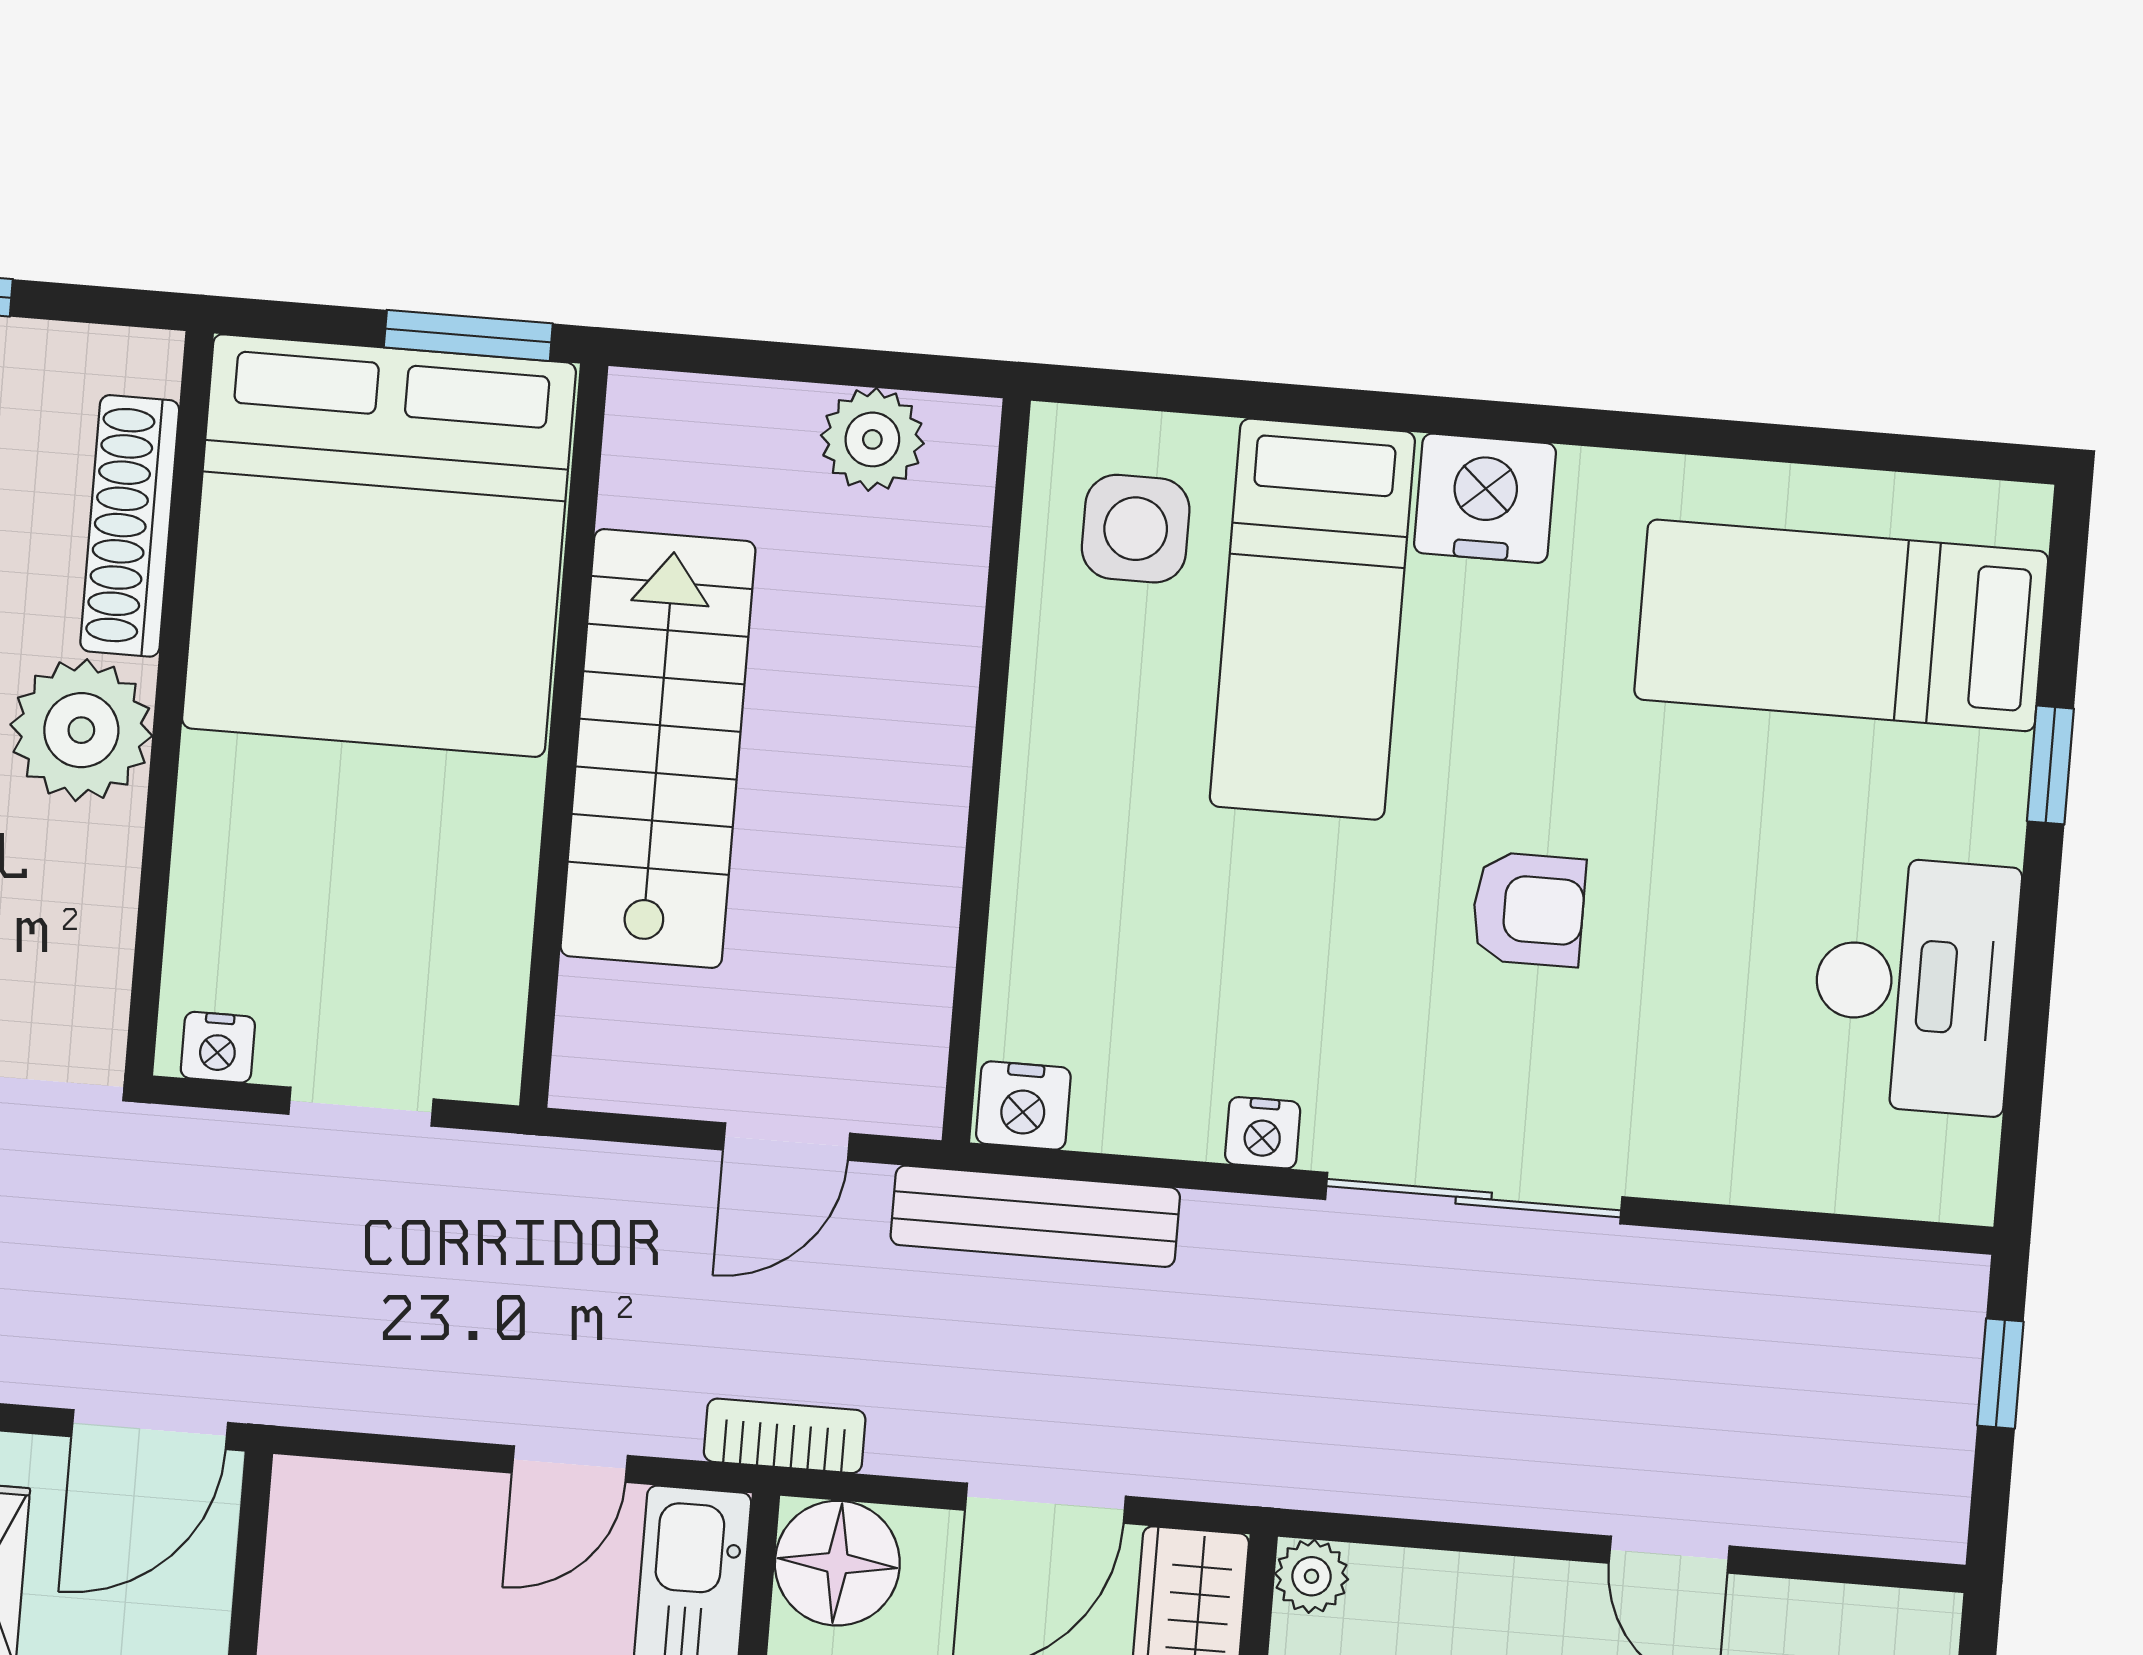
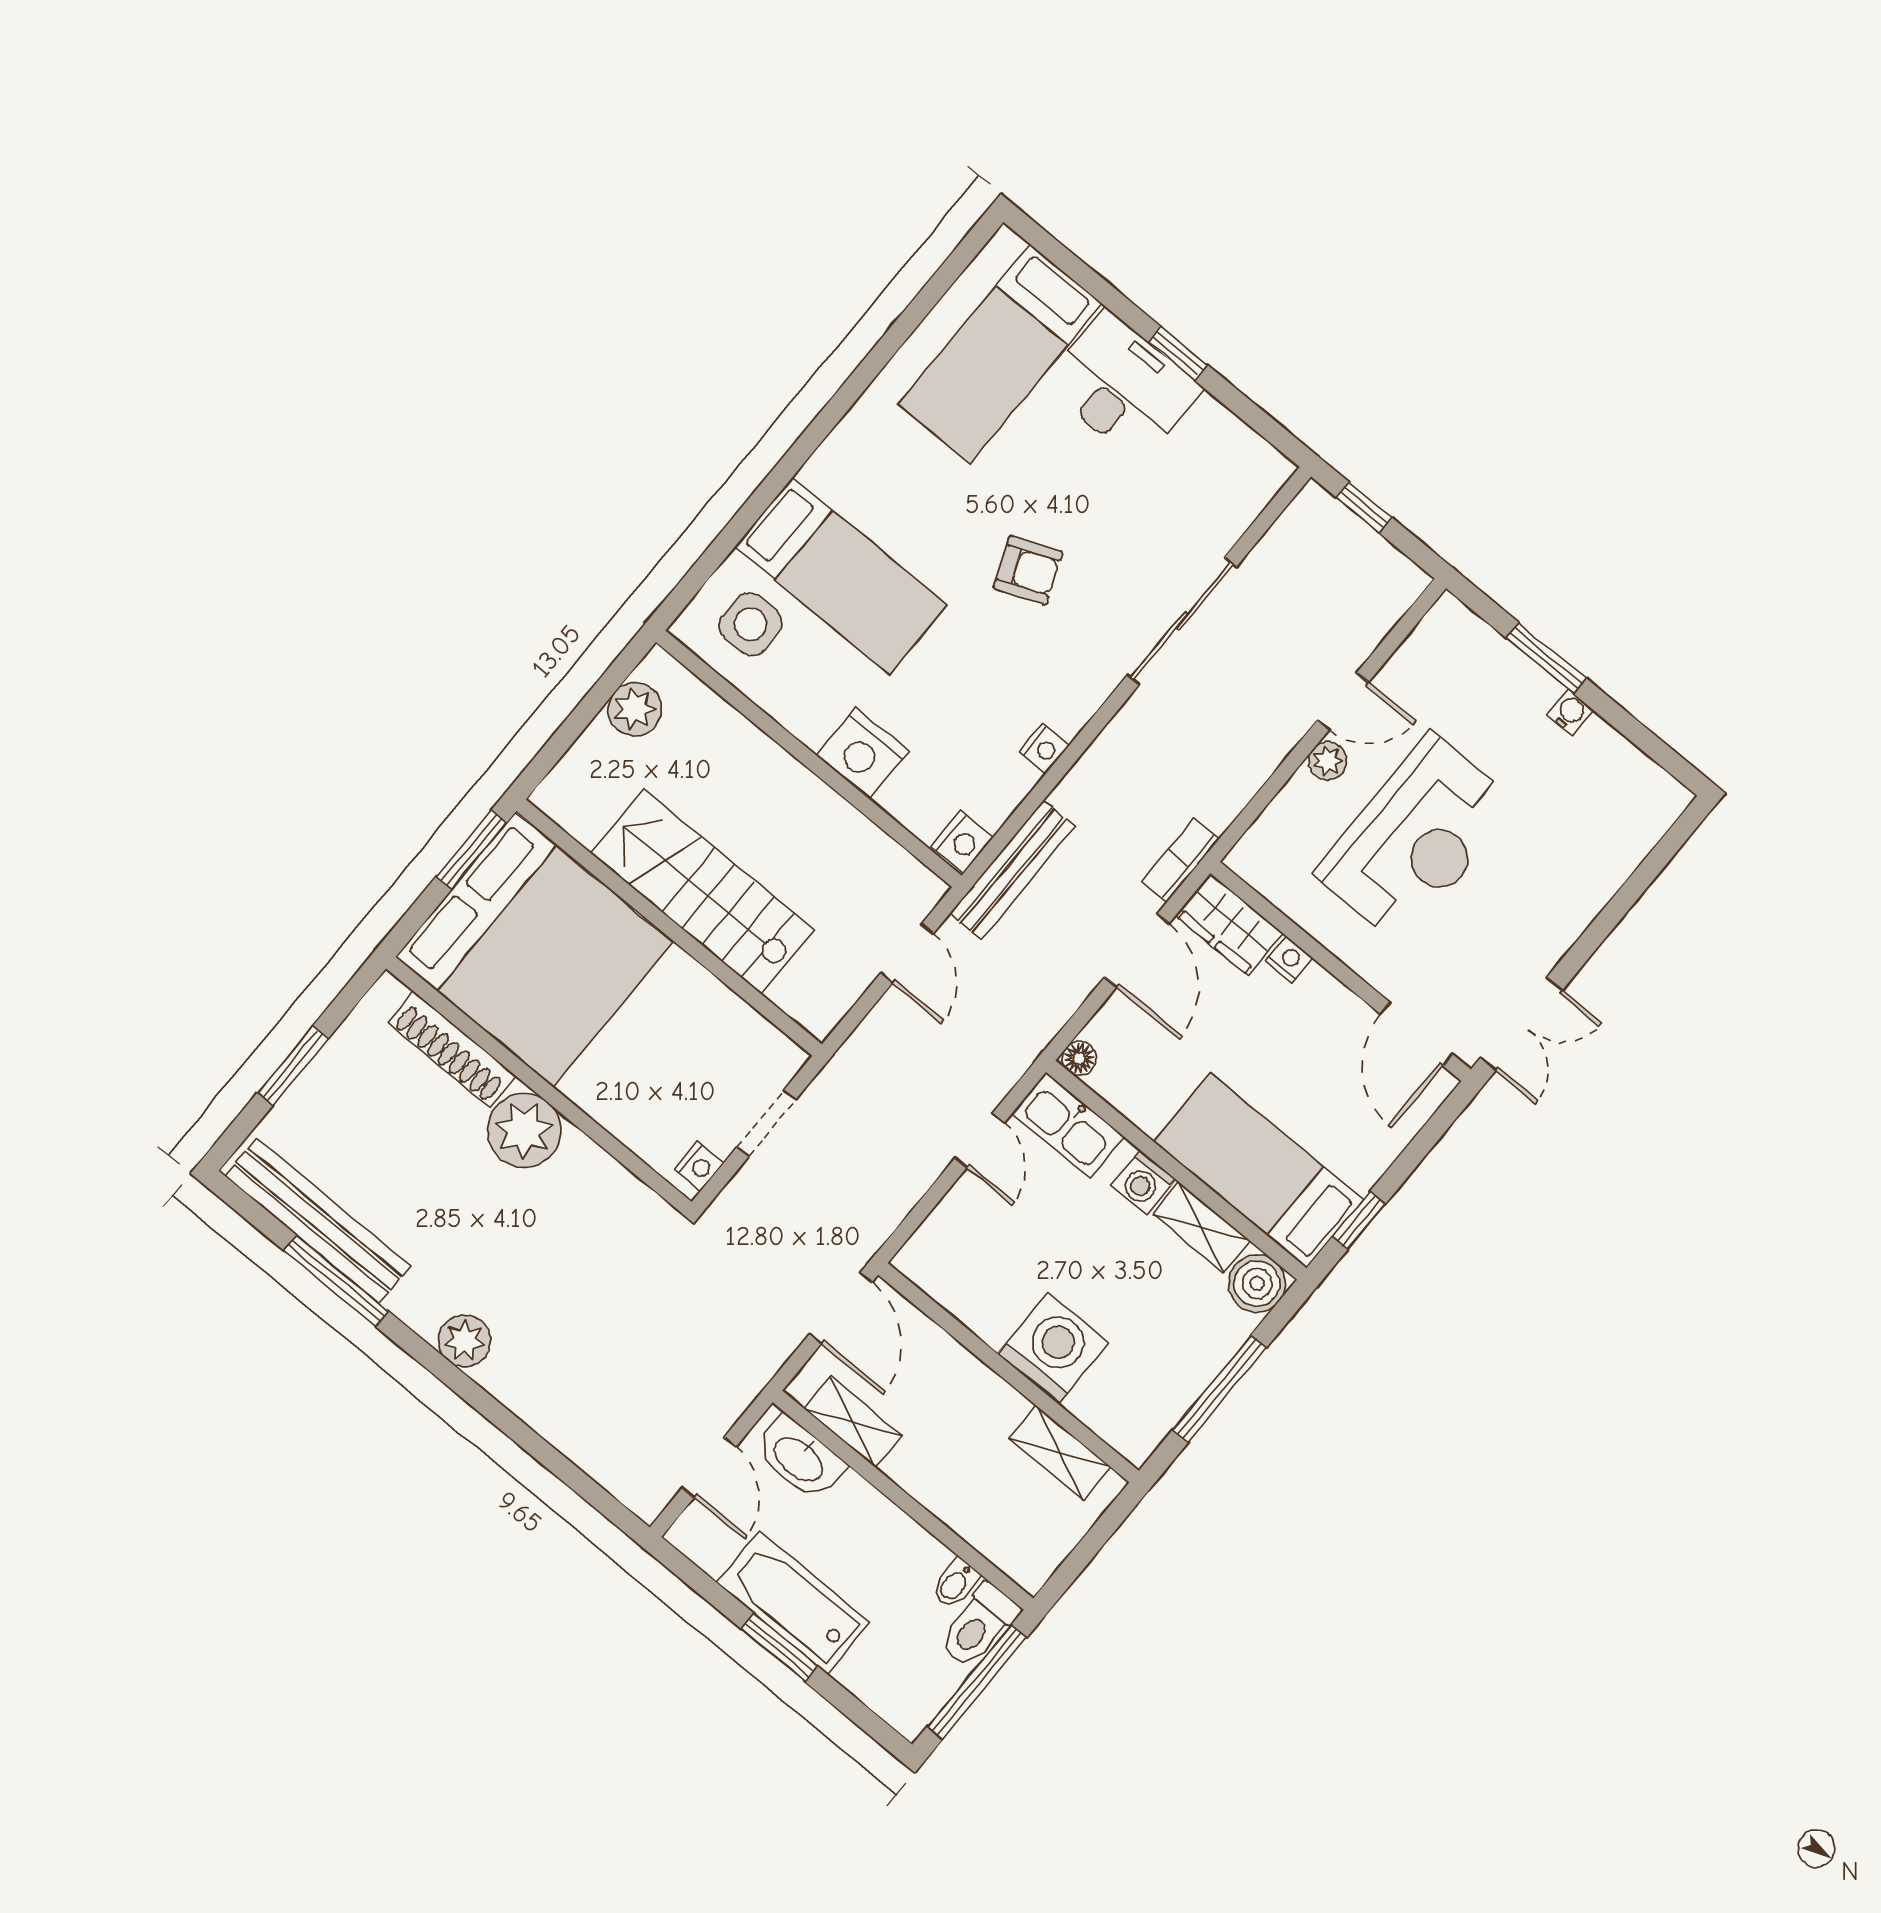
nightstand: (1485, 498) -> (862, 753), moved, turned -90
window: (2050, 765) -> (1178, 353), moved
armchair: (1528, 909) -> (1028, 570), turned 68
desk: (1915, 985) -> (1123, 386), moved
sliding door: (1474, 1198) -> (1182, 621), moved
bookcase: (785, 1436) -> (1181, 860), moved
floor lamp: (837, 1563) -> (1079, 1058), width x0.53, depth x0.53
plant: (1312, 1576) -> (1328, 761), moved

